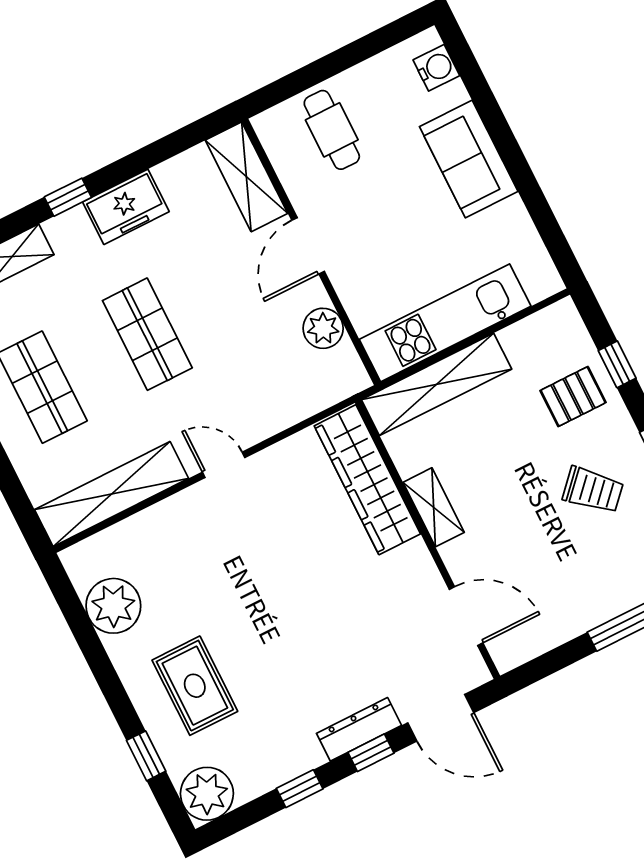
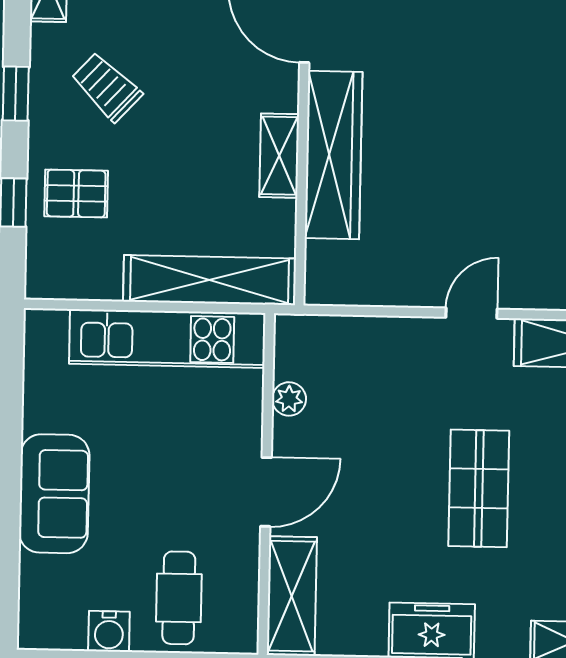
water cooler: (436, 68) -> (109, 631), moved, turned -90
plant: (323, 328) -> (289, 399), width x0.73, depth x0.73
door: (224, 465) -> (472, 313), swing flipped
wardrobe: (367, 480) -> (334, 155), moved

